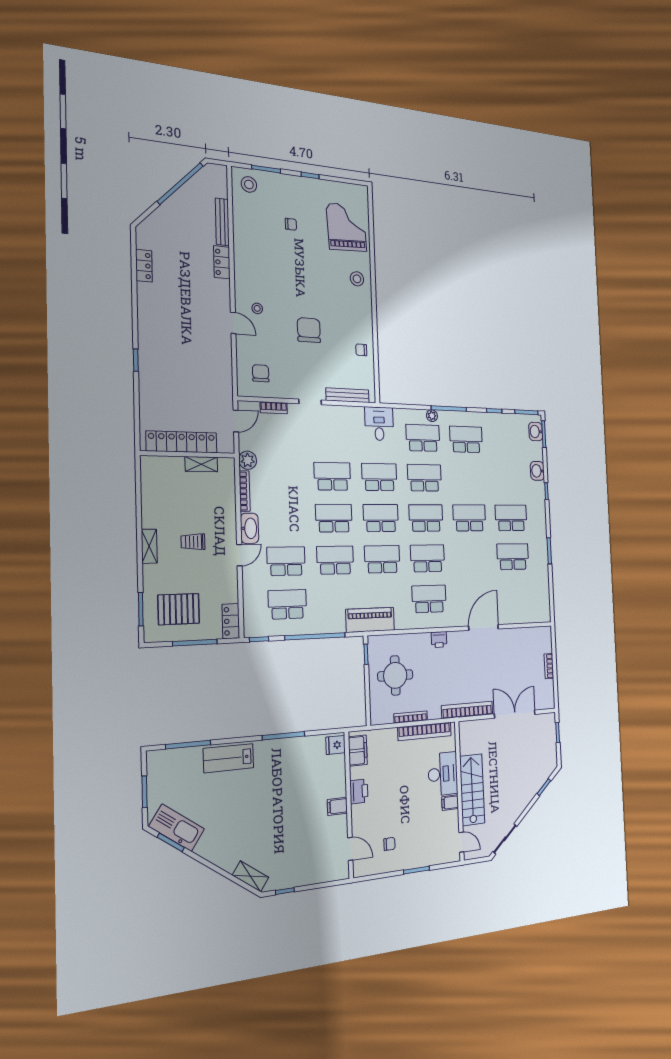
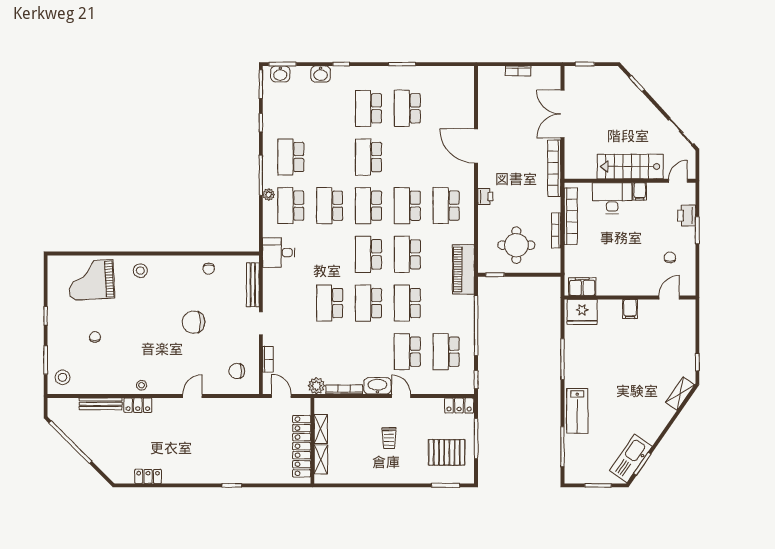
stool: (257, 308) -> (141, 385), moved
school desk: (379, 477) -> (330, 254), removed
shelving: (149, 546) -> (321, 459), moved, turned 90
pallet: (179, 609) -> (447, 452), turned 90
fridge: (336, 745) -> (582, 312), width x1.88, depth x1.34
printer: (359, 791) -> (687, 216), moved, turned -90

